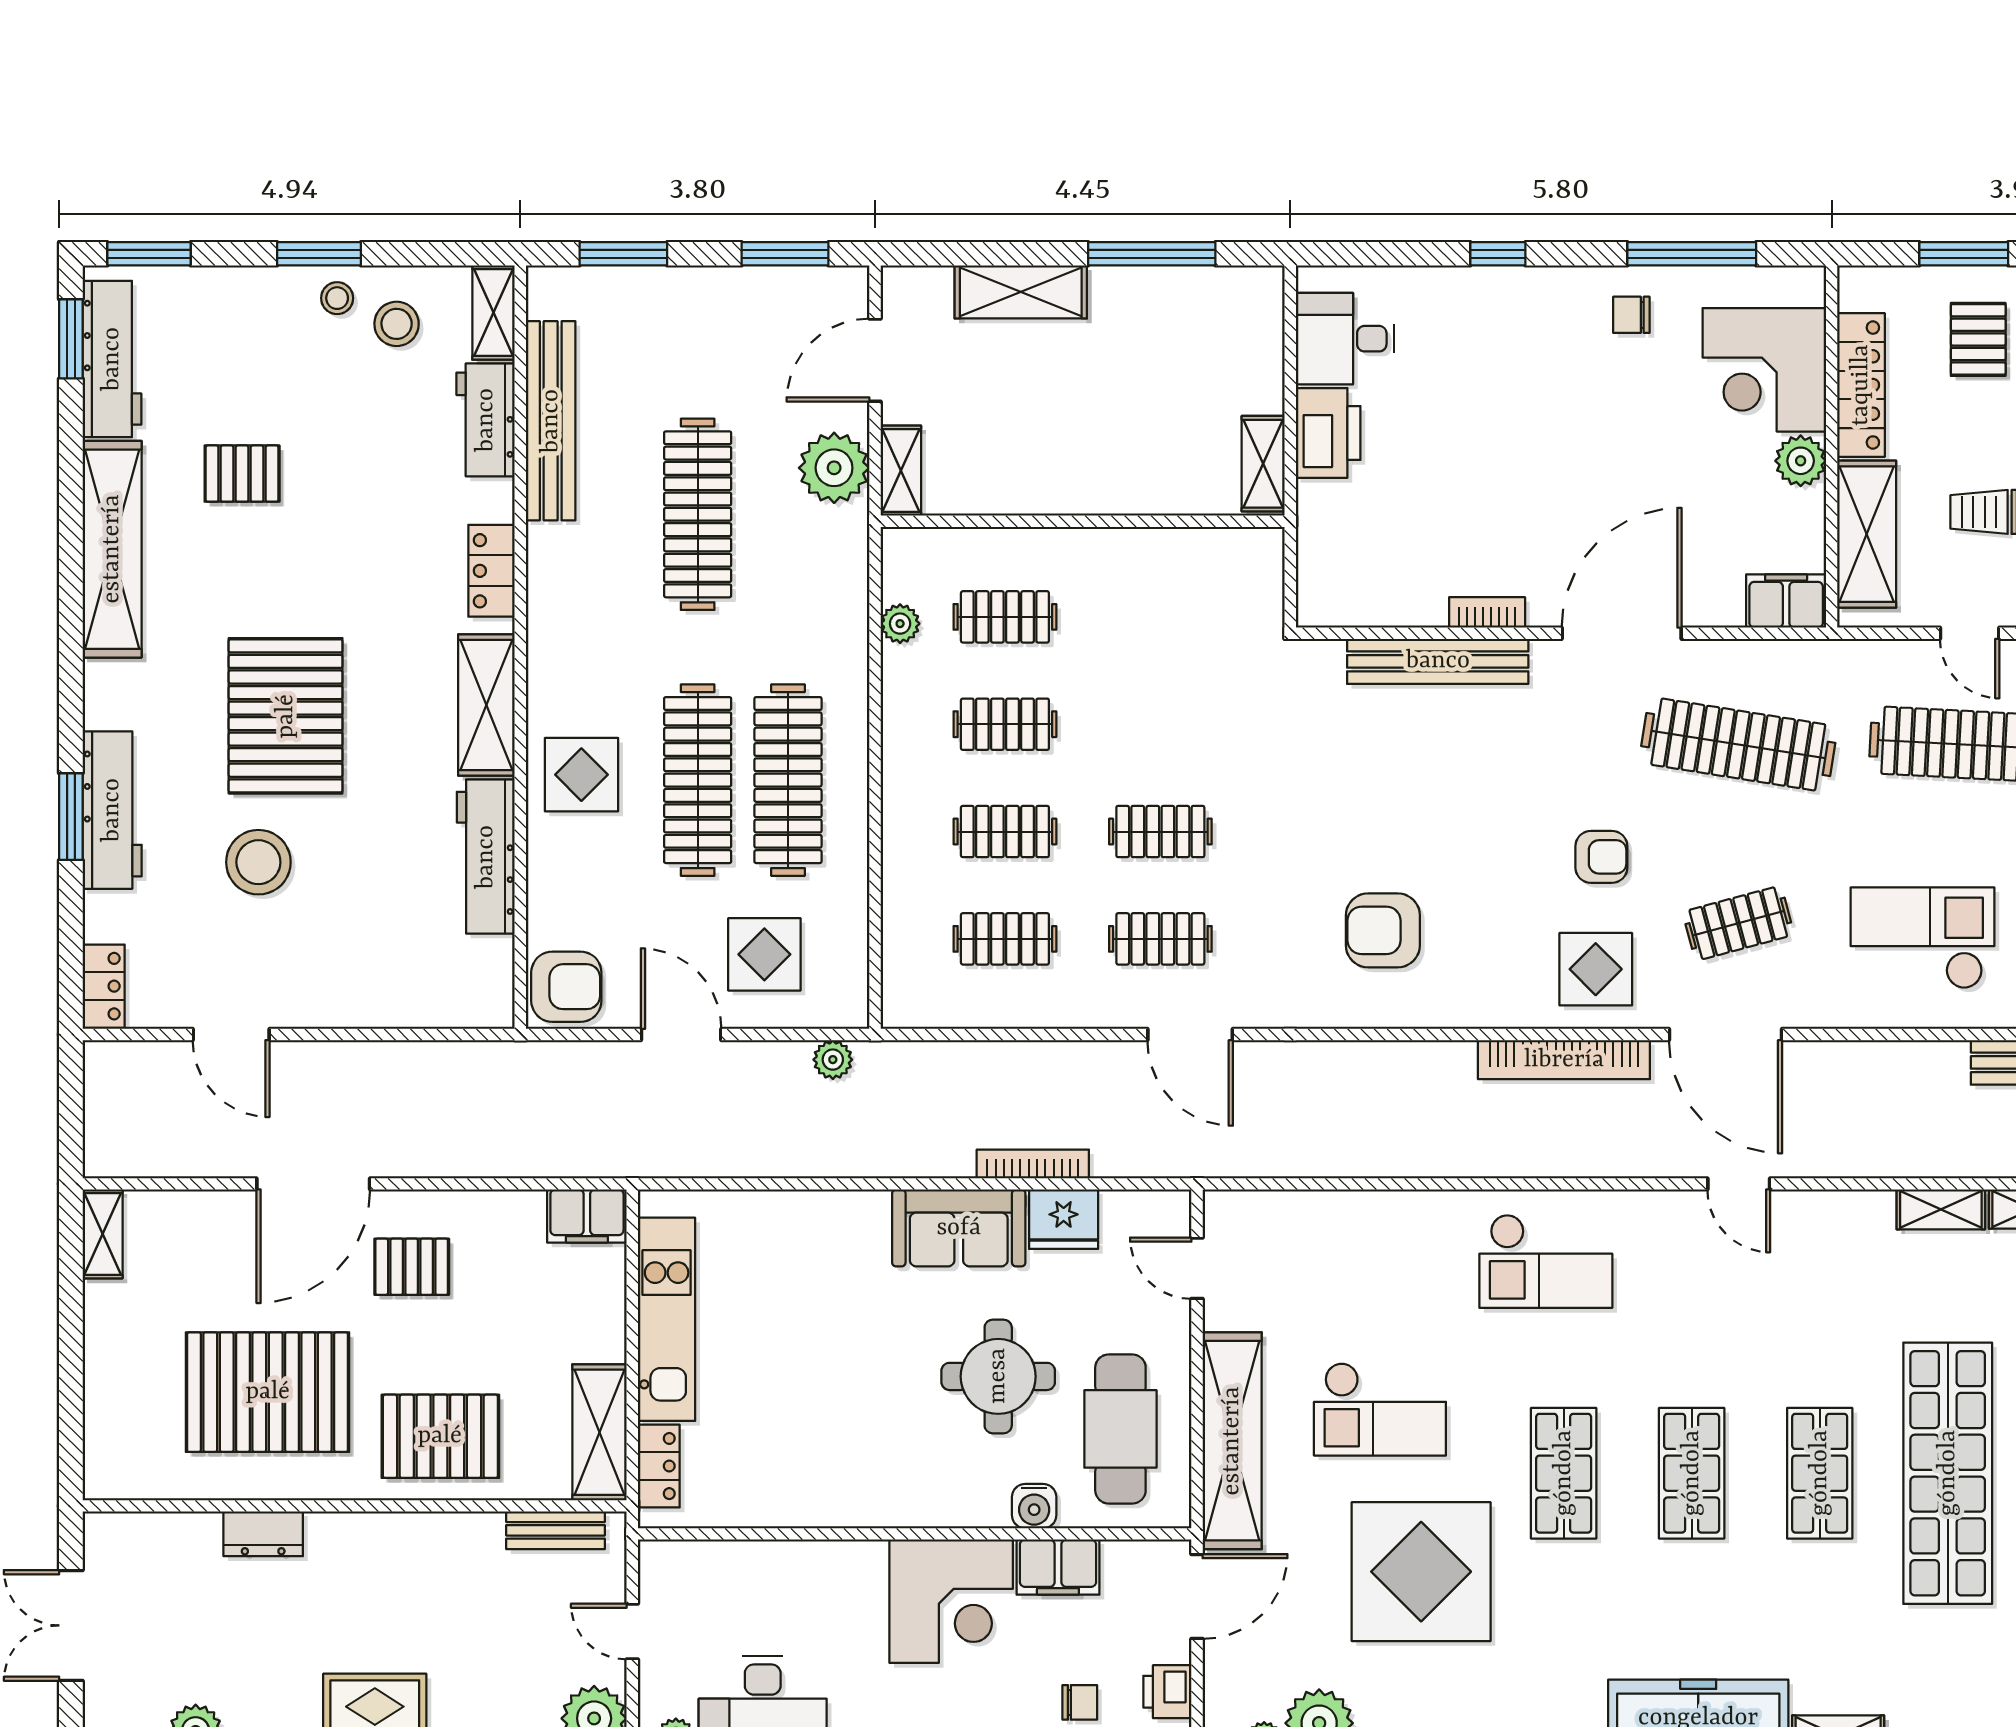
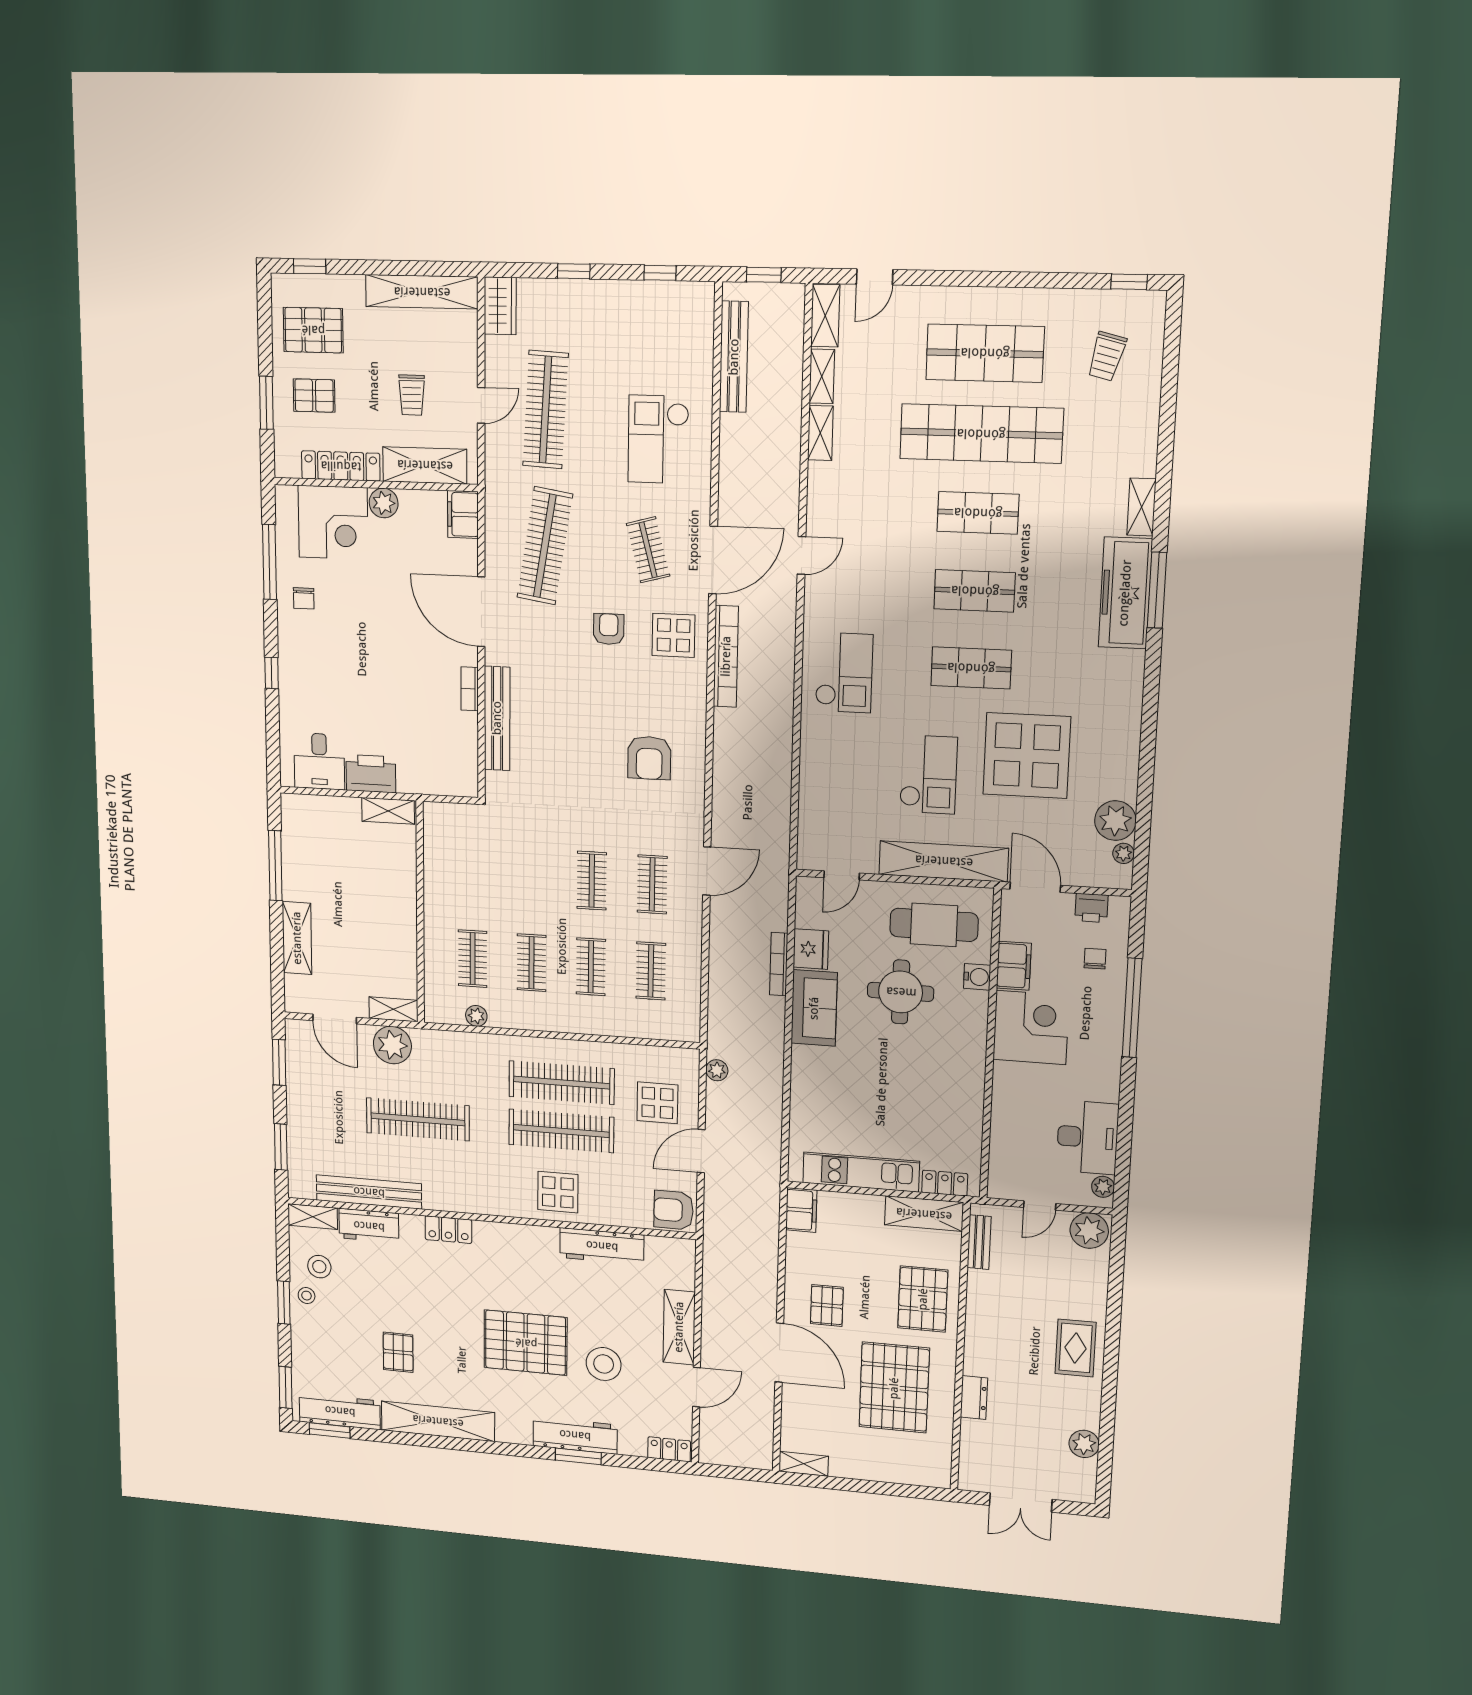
shelving: (486, 705) -> (679, 1327), moved, turned 90
armchair: (566, 987) -> (674, 1210), turned -90

